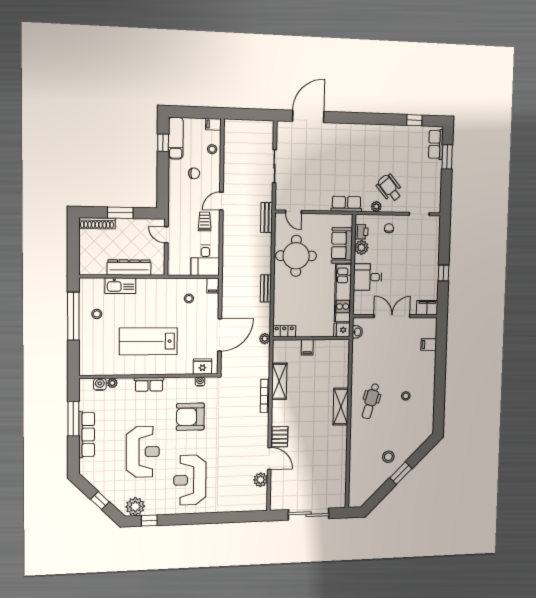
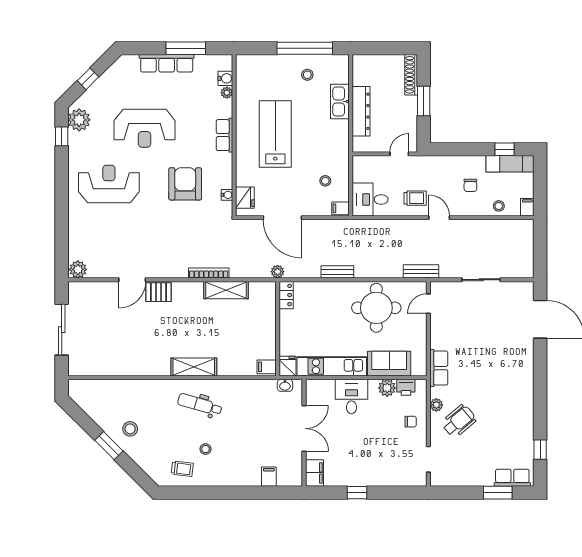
filing cabinet: (307, 347) -> (267, 367), moved
trolley: (421, 414) -> (182, 469), added
plant: (261, 480) -> (78, 269), moved

